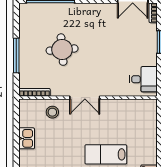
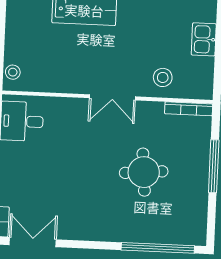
double door: (85, 98) -> (112, 97), swing flipped
stool: (151, 111) -> (13, 72), added

